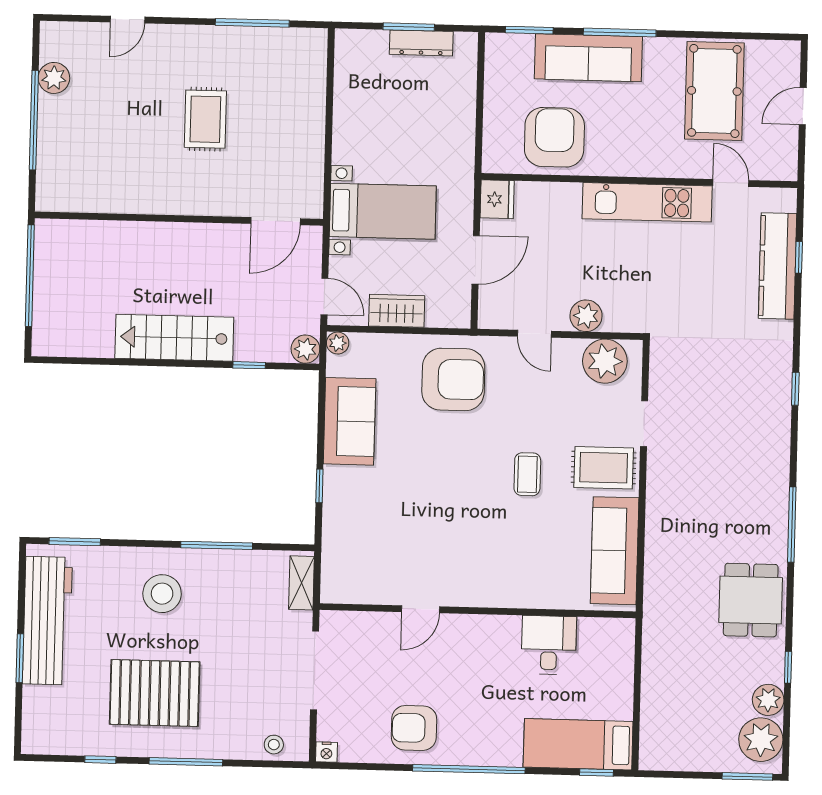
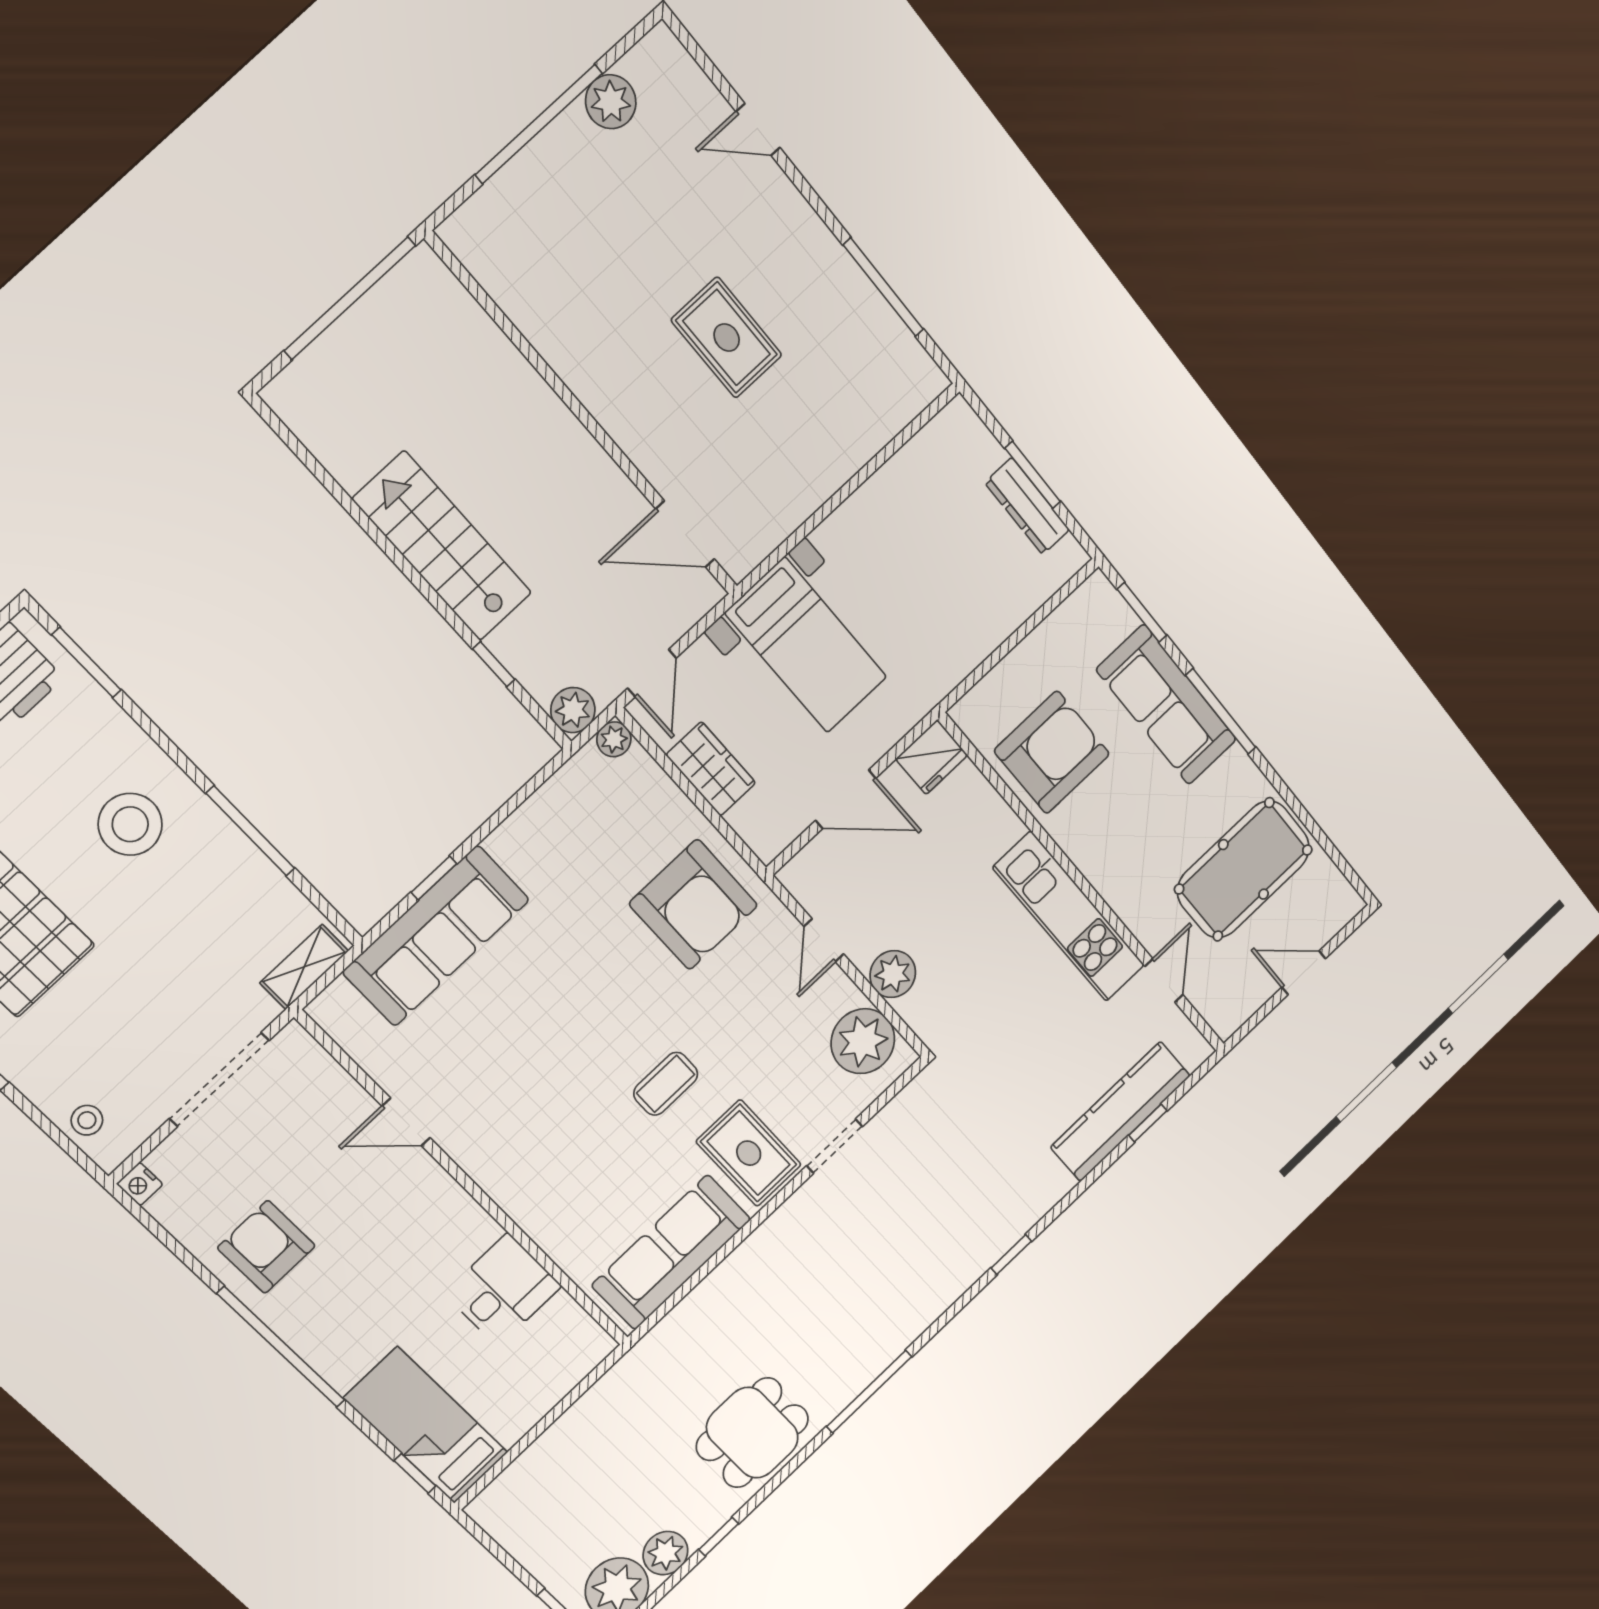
rug: (205, 119) -> (727, 338), turned 90
sofa: (350, 421) -> (436, 936), moved, width x1.36

